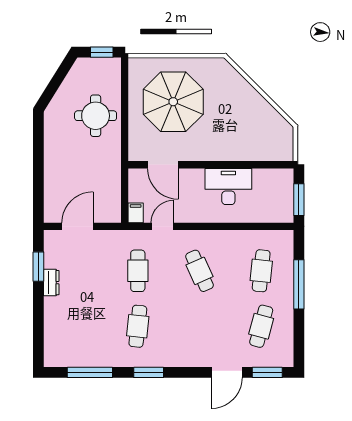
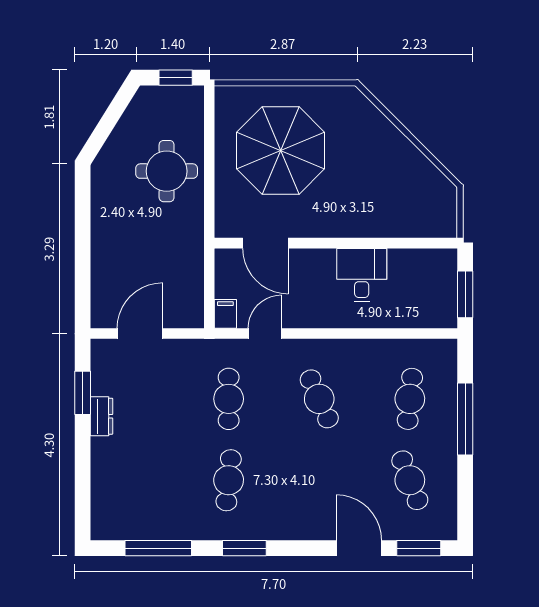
desk: (228, 186) -> (362, 275), width x0.73
cafe table: (261, 326) -> (410, 480), turned -36
door: (227, 372) -> (359, 548), swing flipped

